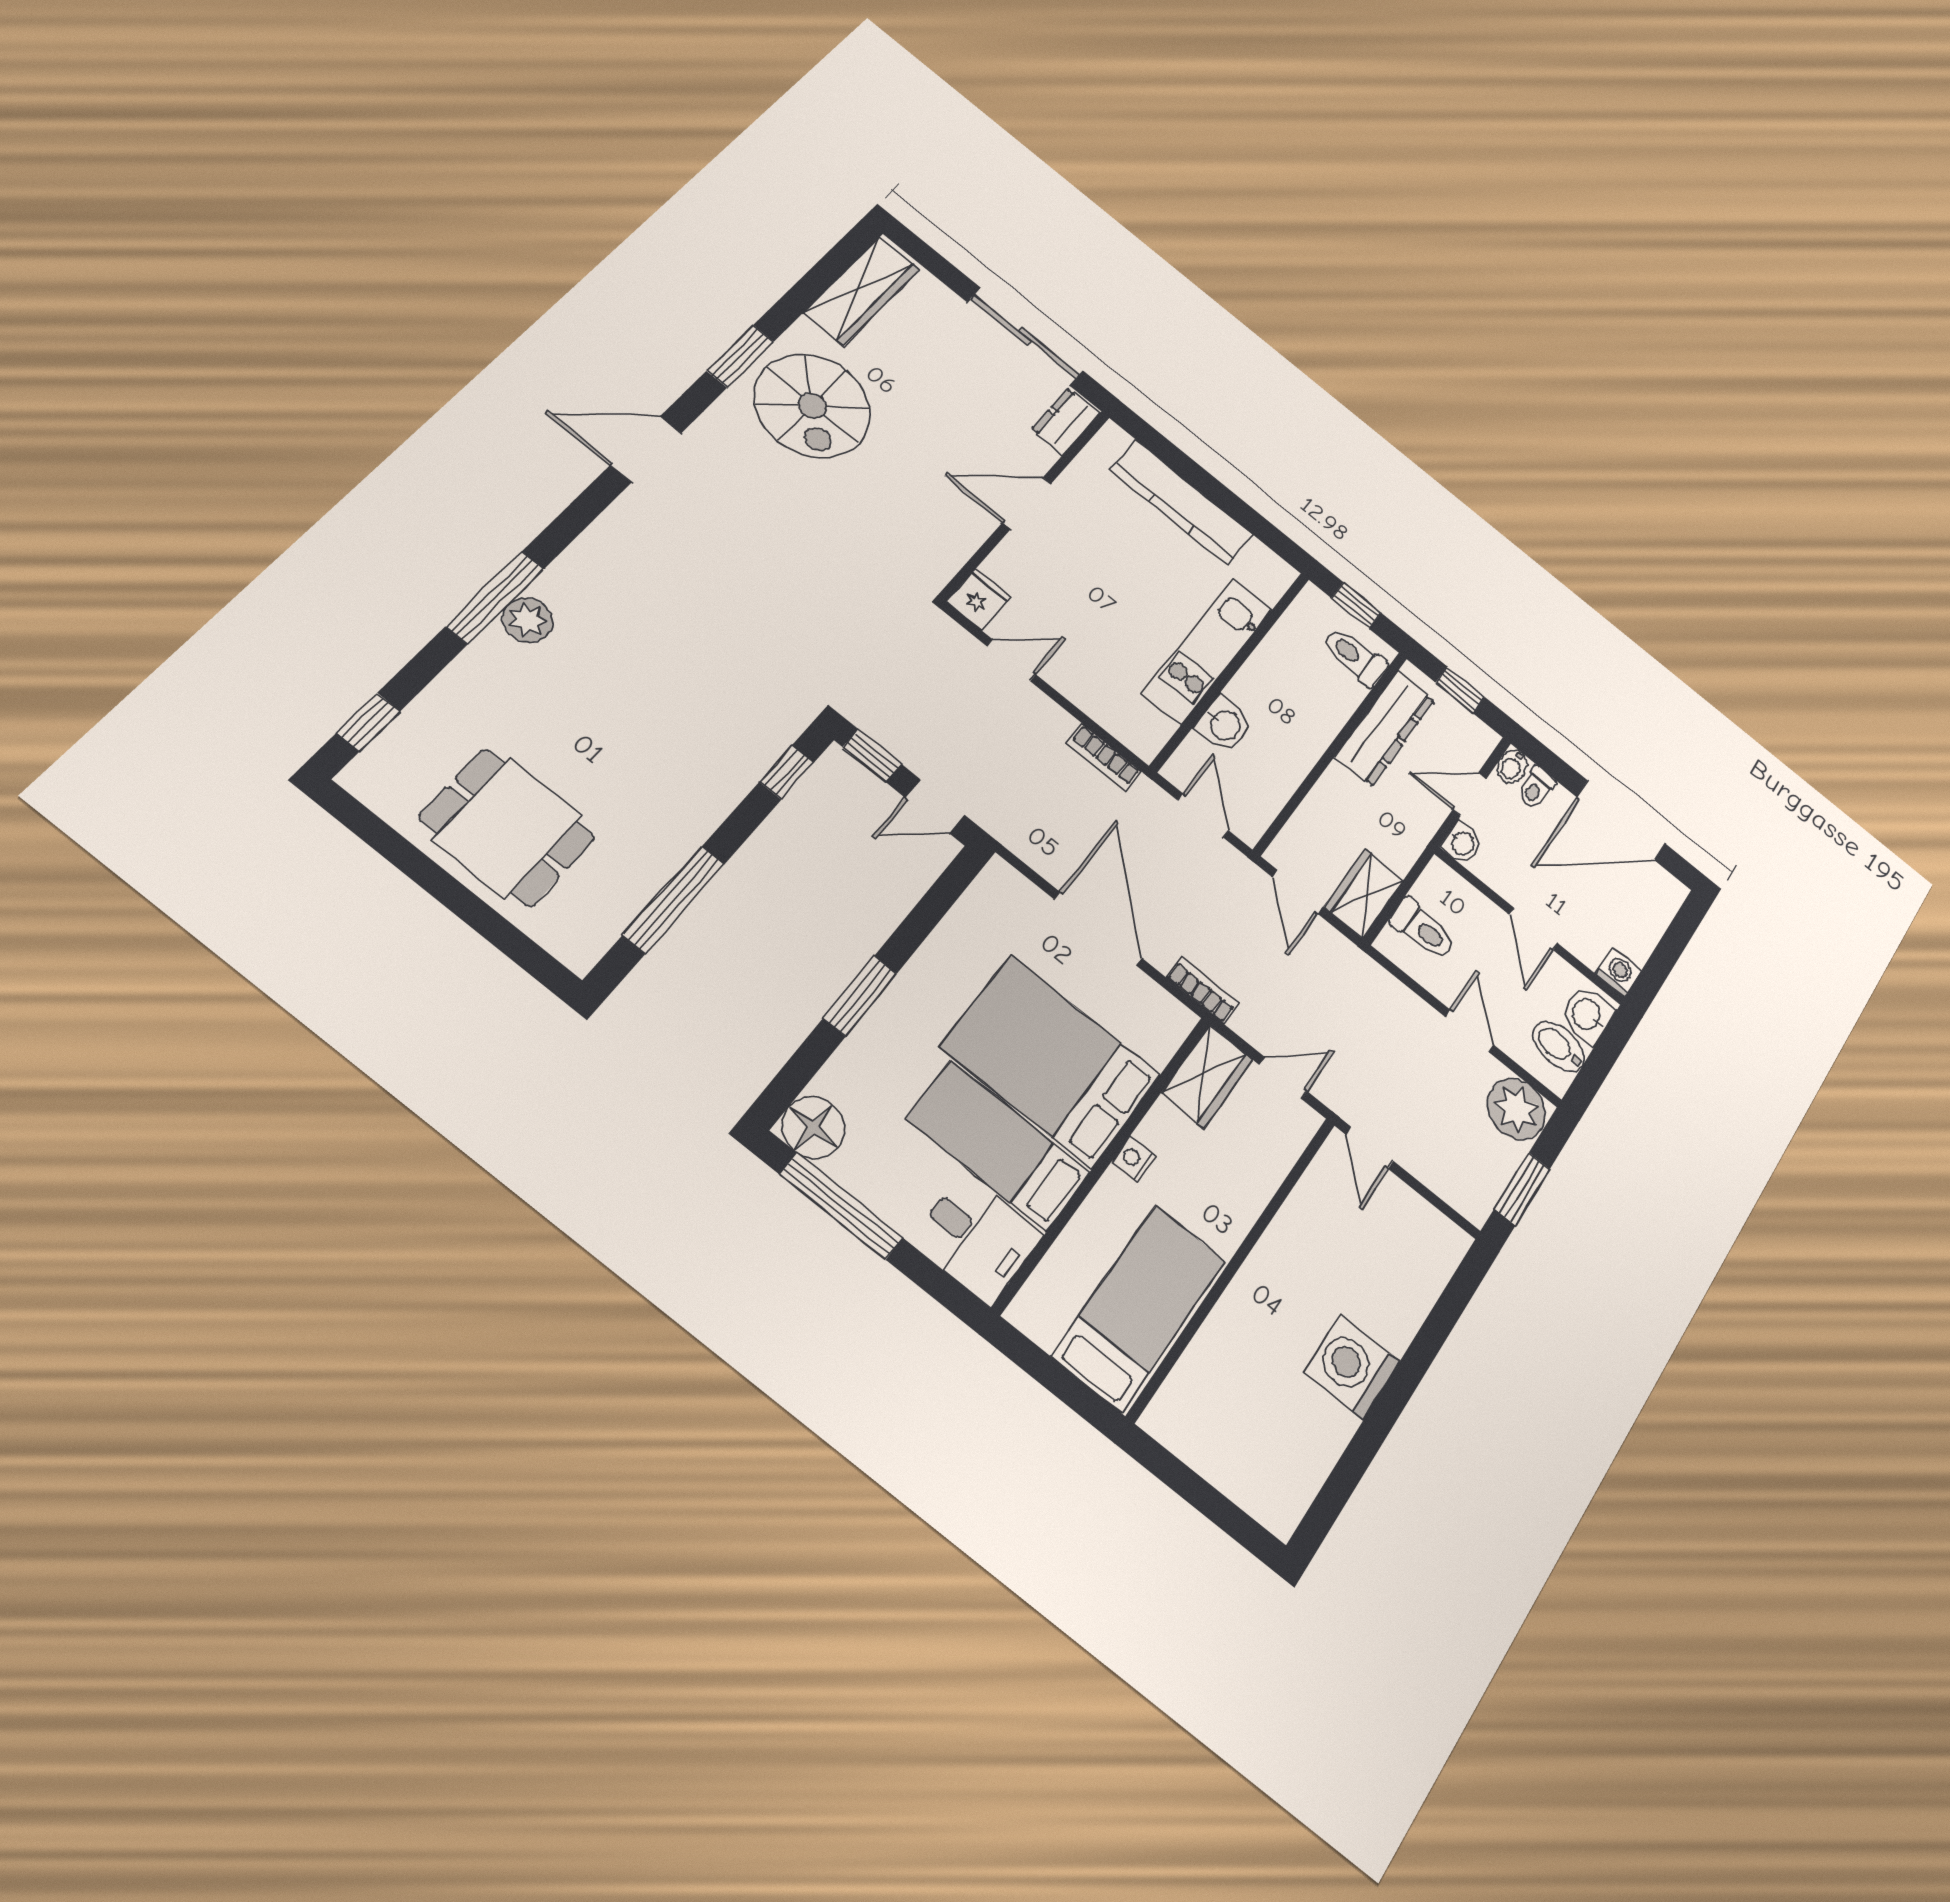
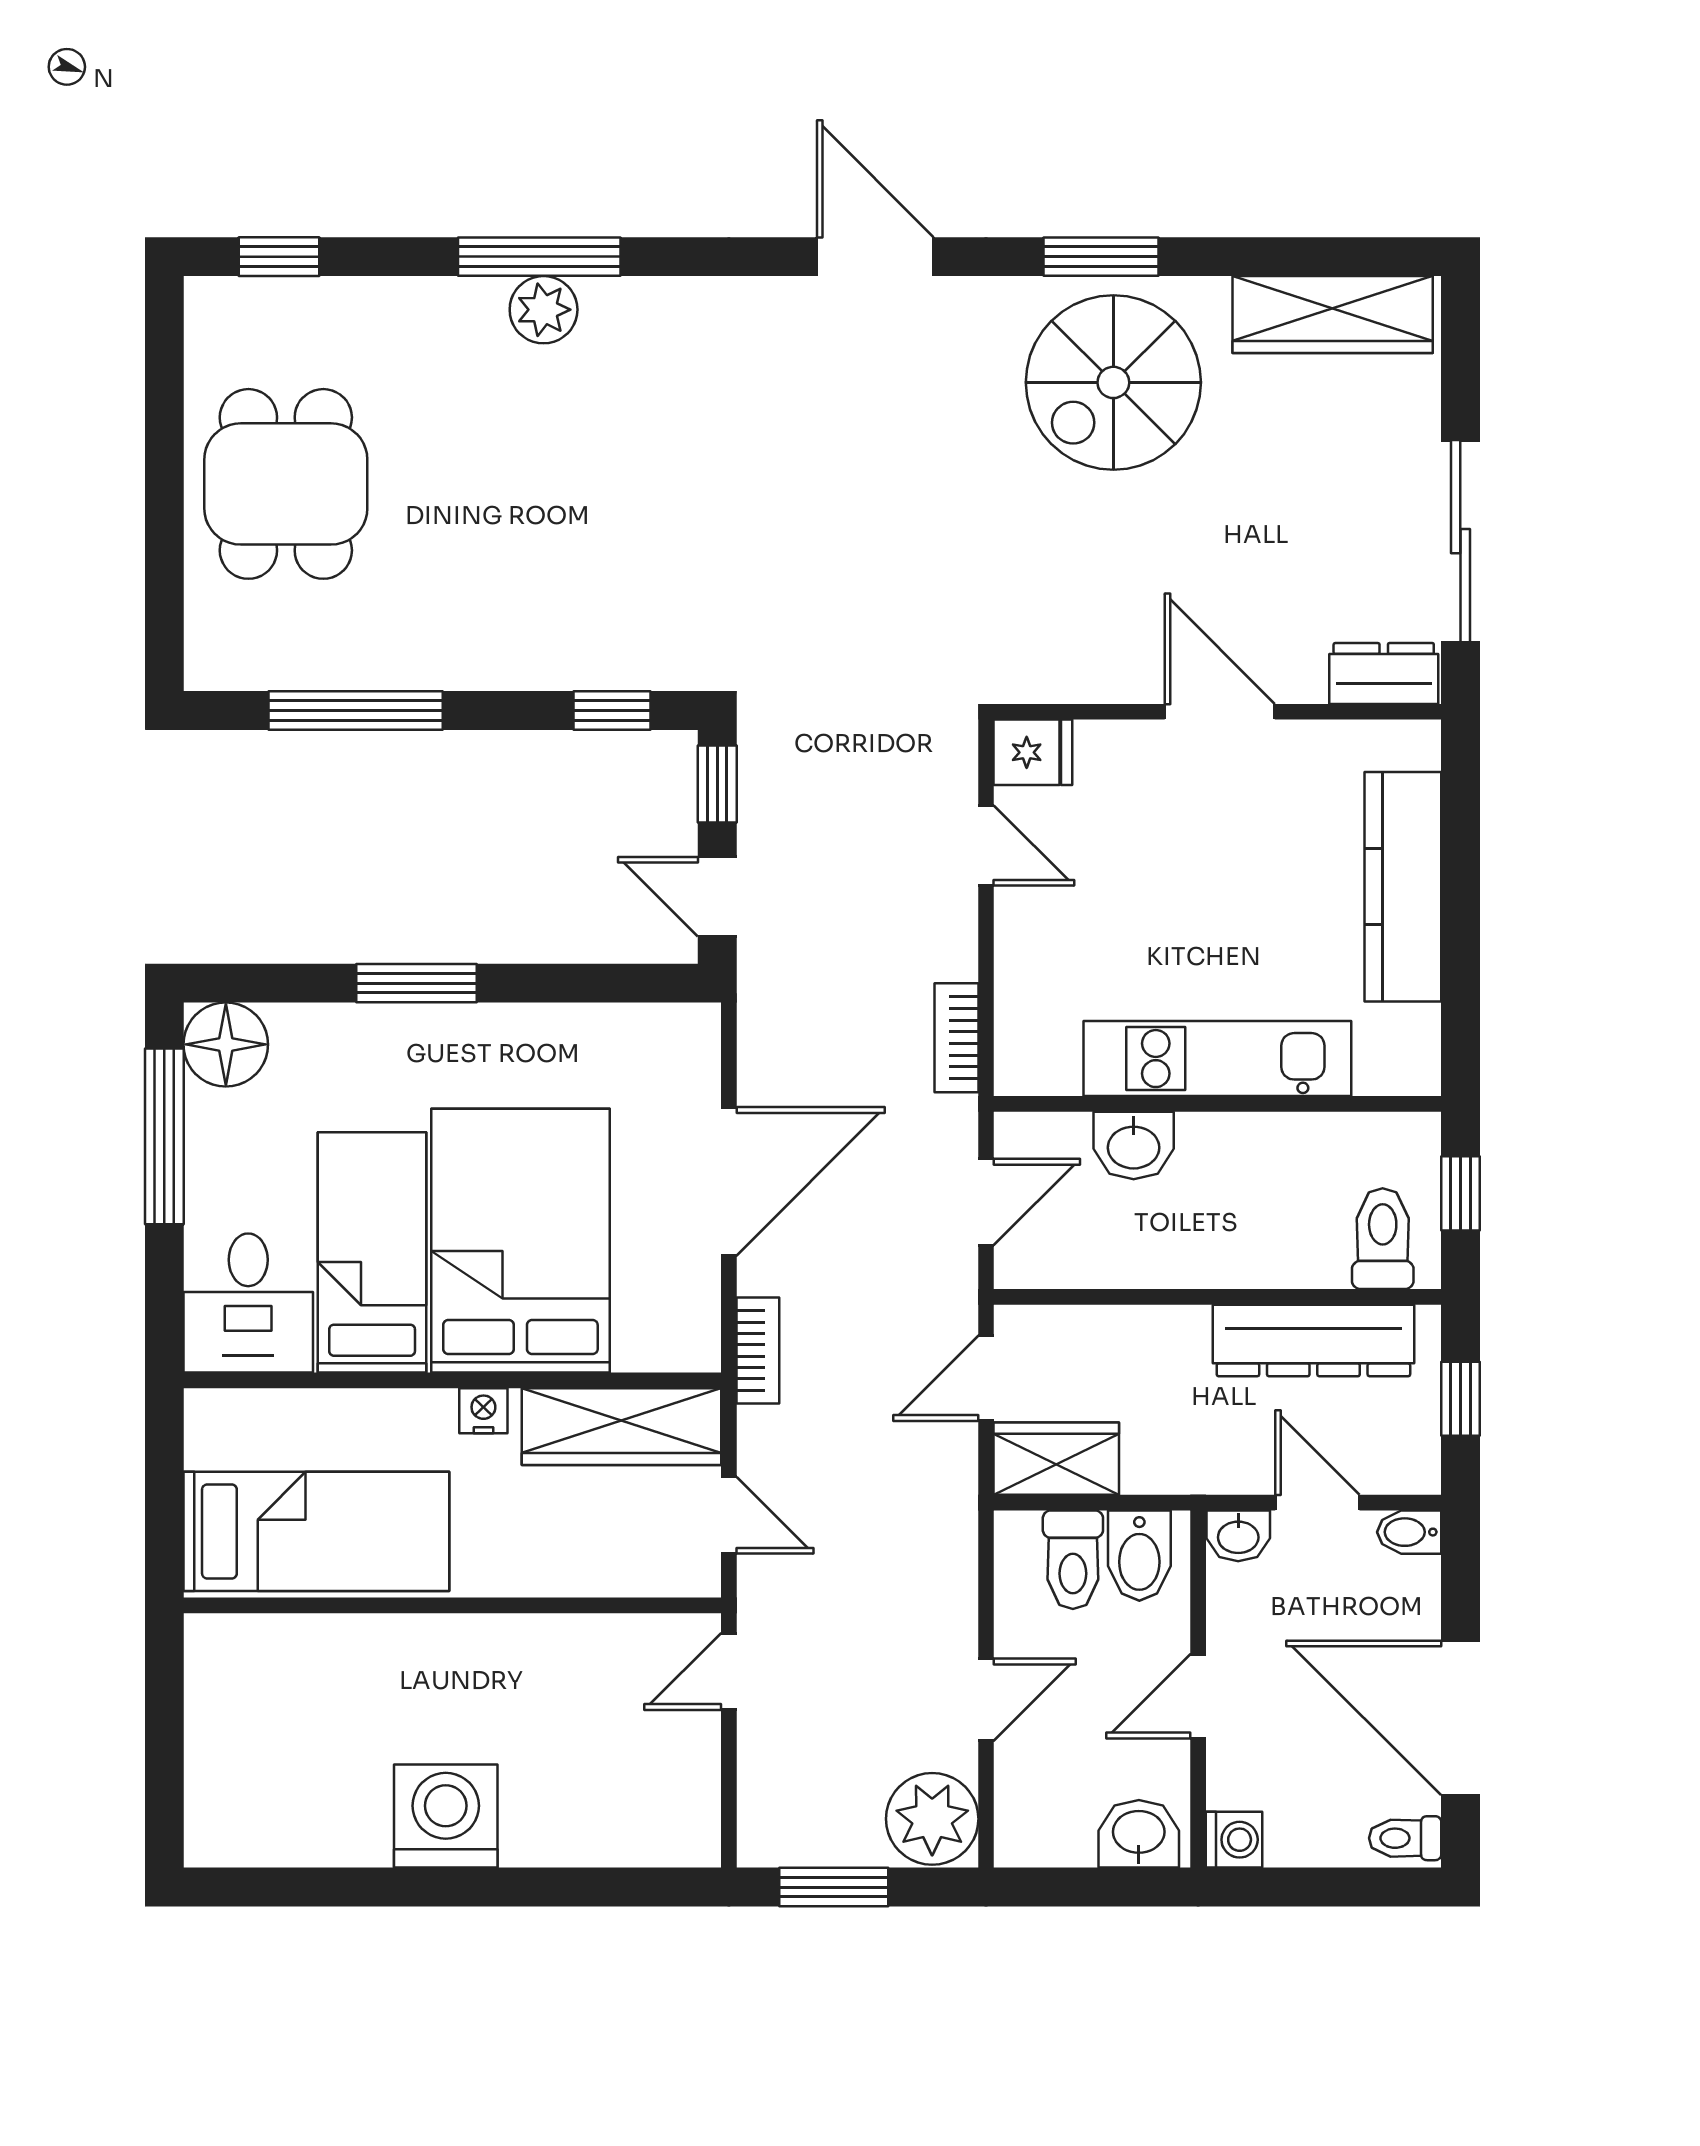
toilet: (1536, 788) -> (1405, 1838), moved
bidet: (1558, 1047) -> (1139, 1556), moved, turned 180
wardrobe: (1207, 1076) -> (622, 1427), width x1.50

